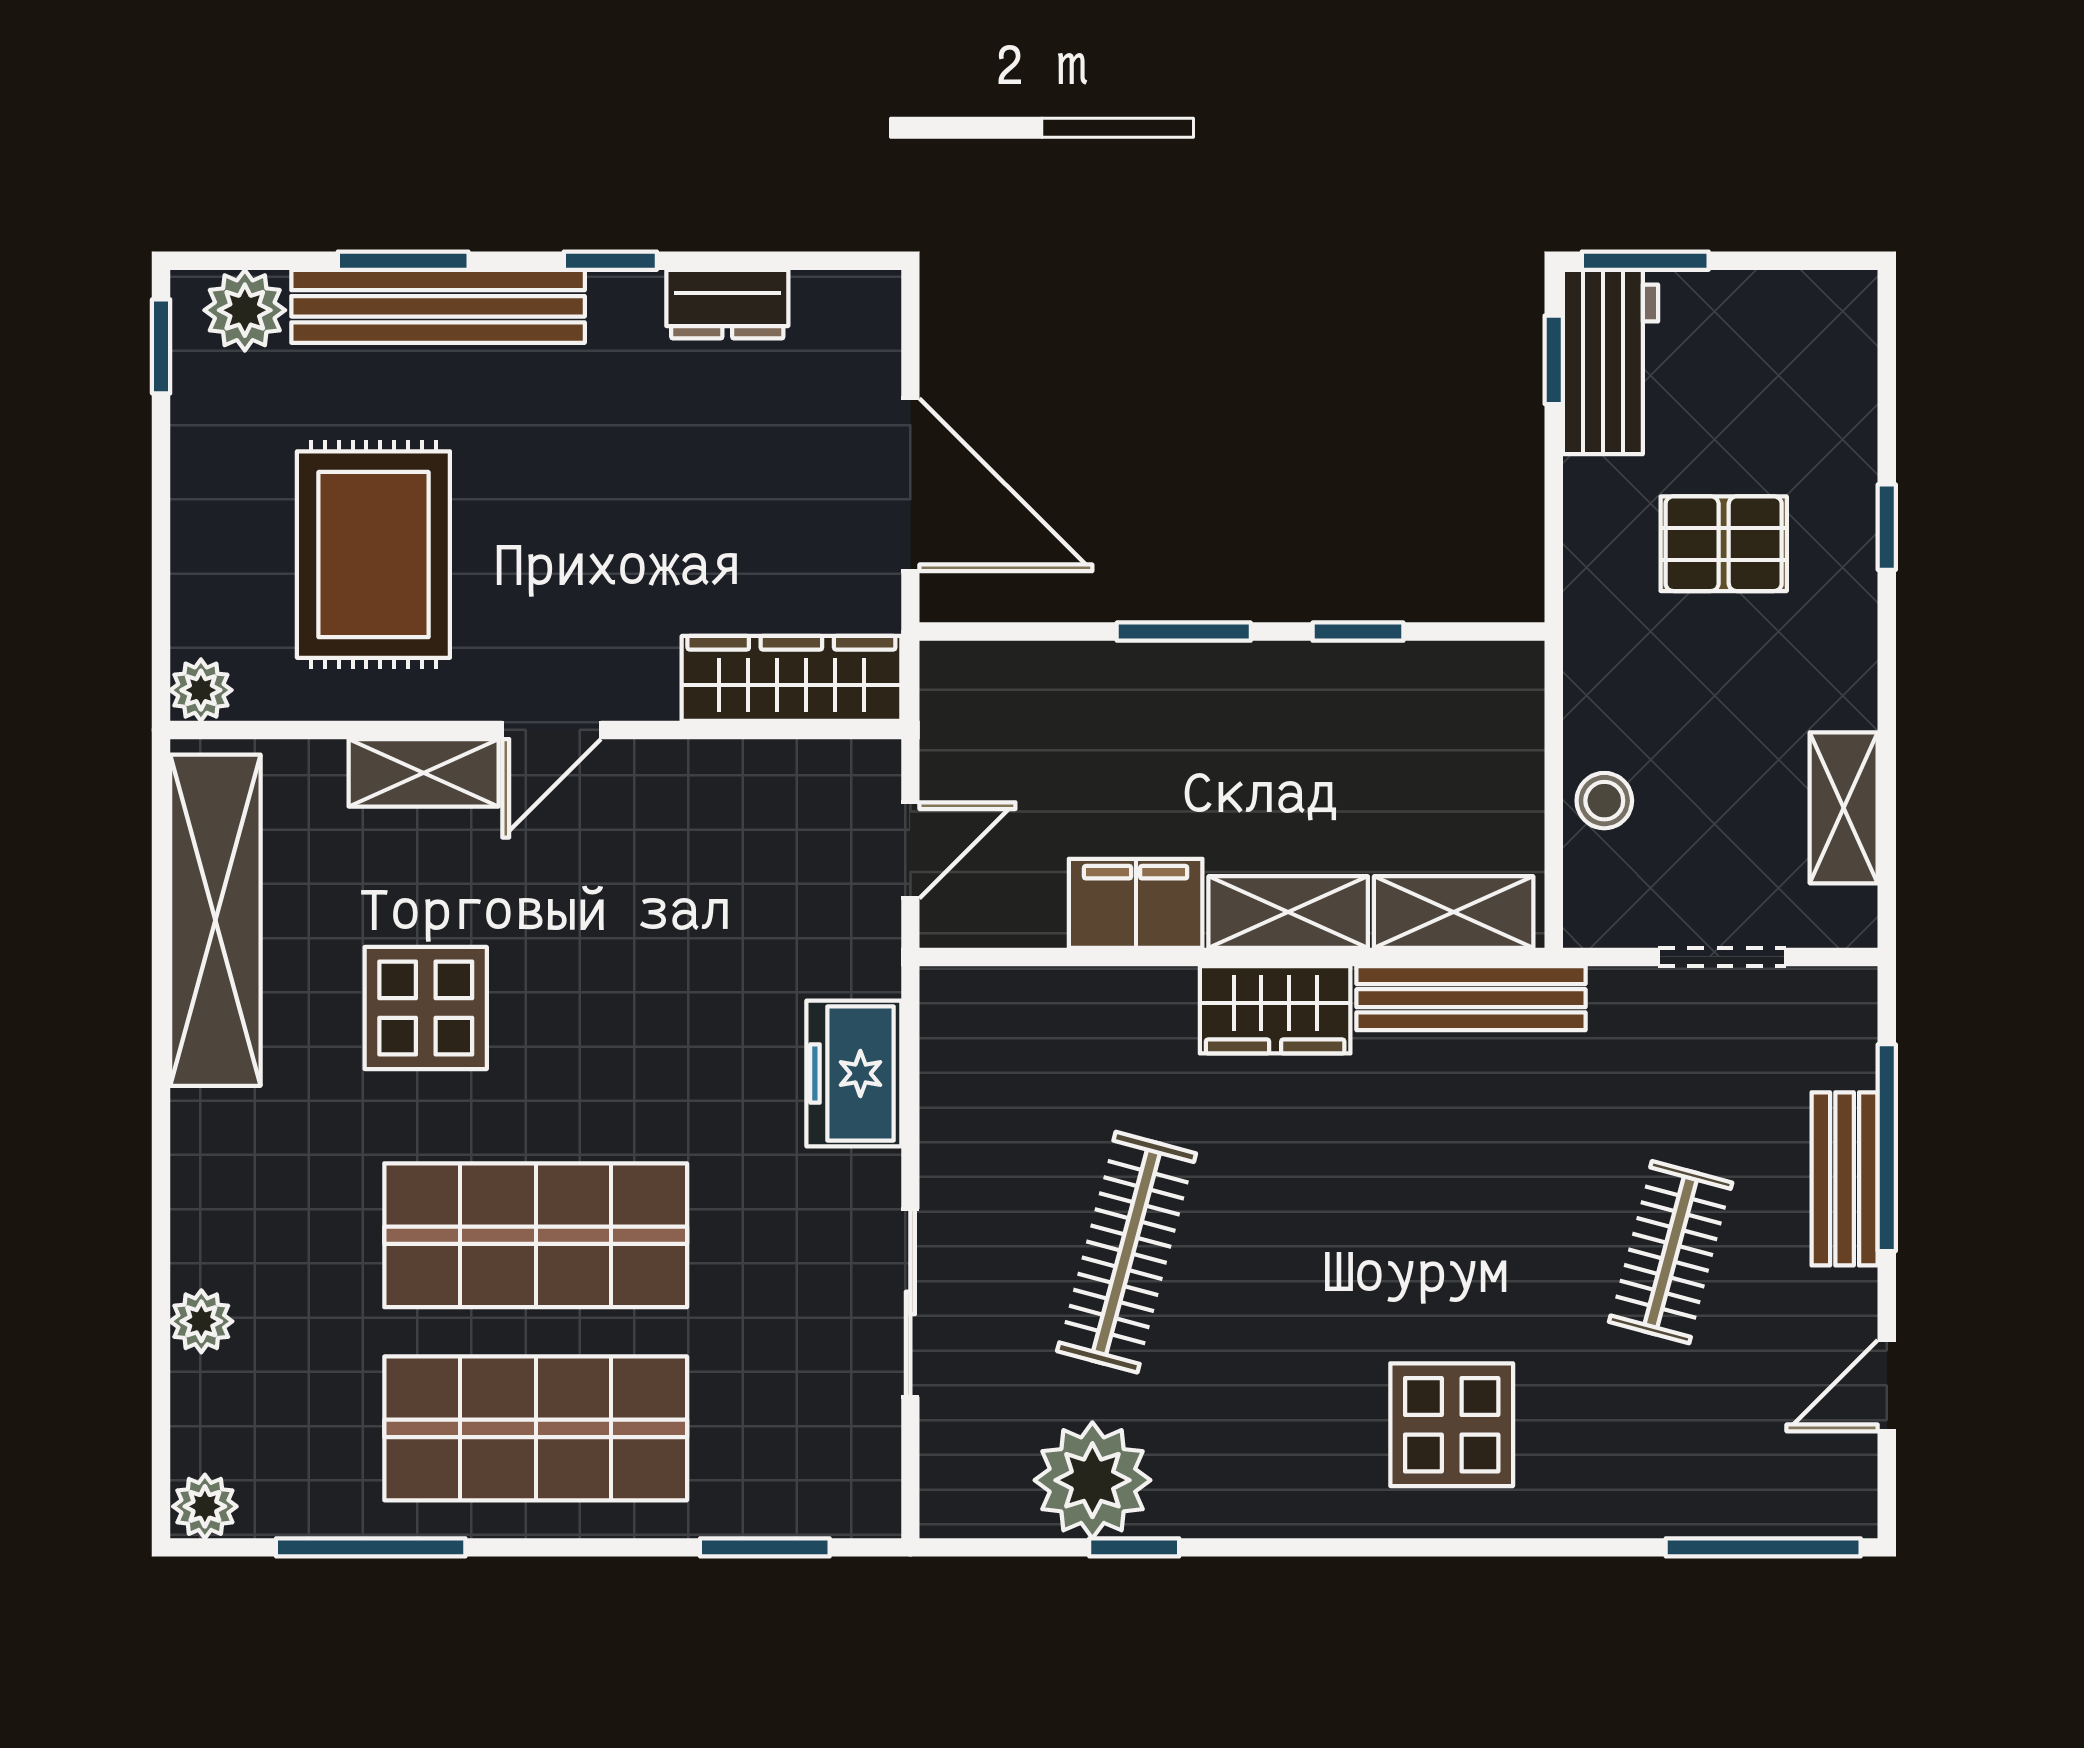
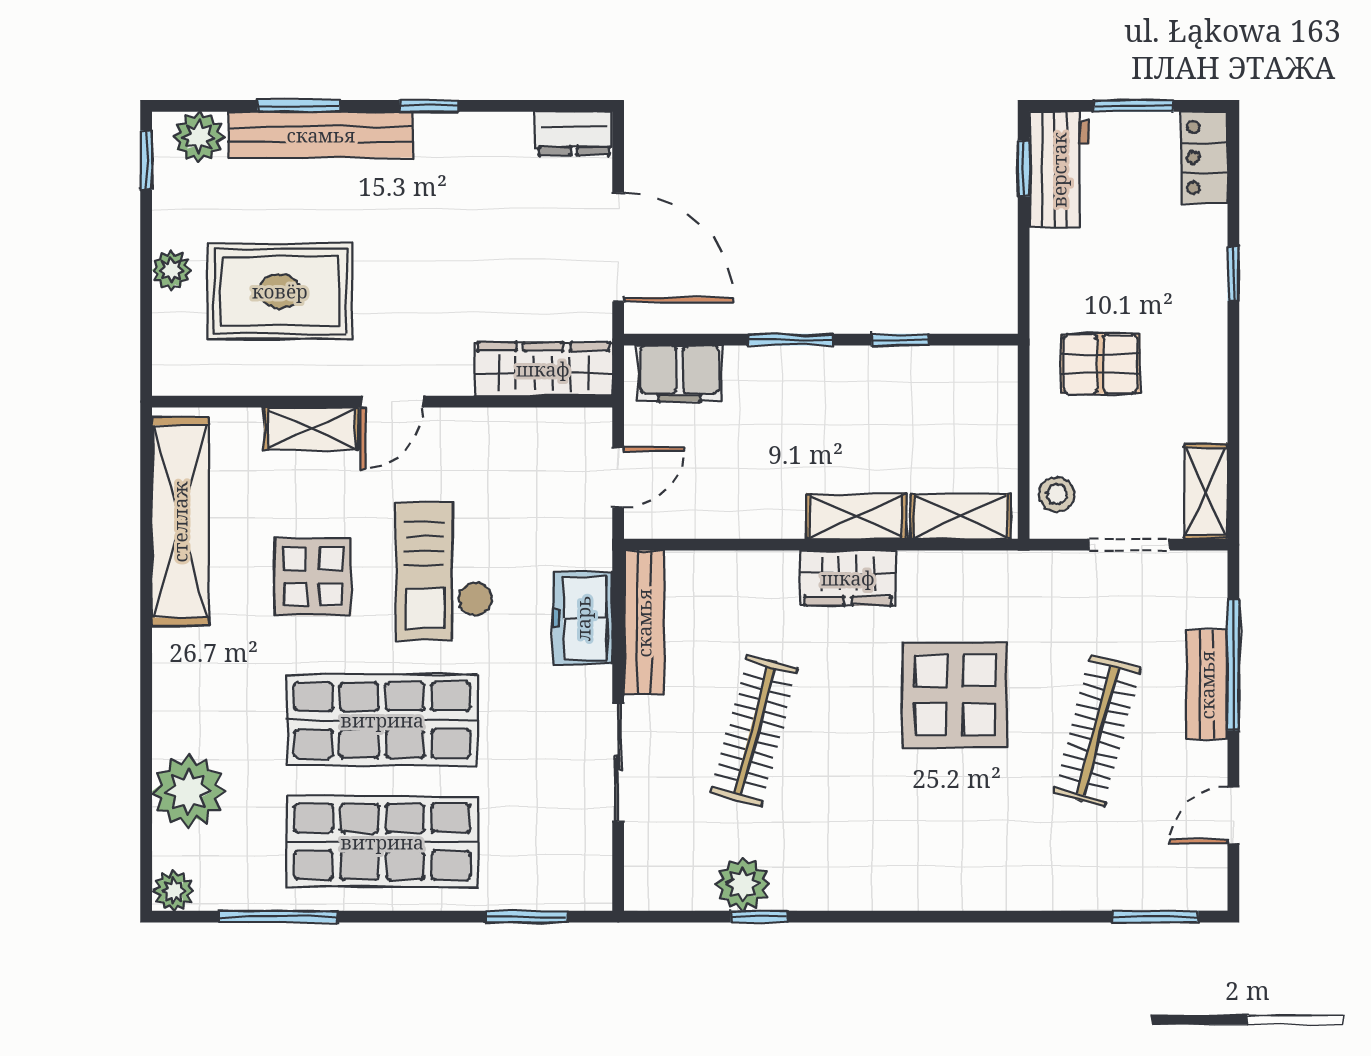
window: (1645, 261) -> (1133, 106), moved
dresser: (727, 304) -> (574, 133), moved
locker: (1841, 342) -> (1205, 157), added
pallet: (1724, 544) -> (1100, 364), moved
rug: (373, 555) -> (280, 291), turned 90
plant: (201, 690) -> (171, 270), moved
stool: (1604, 801) -> (1057, 494), moved
shelving: (1844, 808) -> (1206, 491), moved
filing cabinet: (1136, 903) -> (679, 373), moved, turned 180
bench: (1471, 998) -> (644, 623), moved, turned 90
checkout: (635, 999) -> (444, 571), added
clothes rail: (1671, 1252) -> (1097, 731), width x1.36
plant: (201, 1321) -> (189, 791), width x1.88, depth x1.88
display table: (1452, 1425) -> (955, 695), moved, width x1.36, depth x1.36
plant: (1092, 1480) -> (743, 884), width x0.73, depth x0.73
window: (1763, 1547) -> (1156, 917), width x0.69

